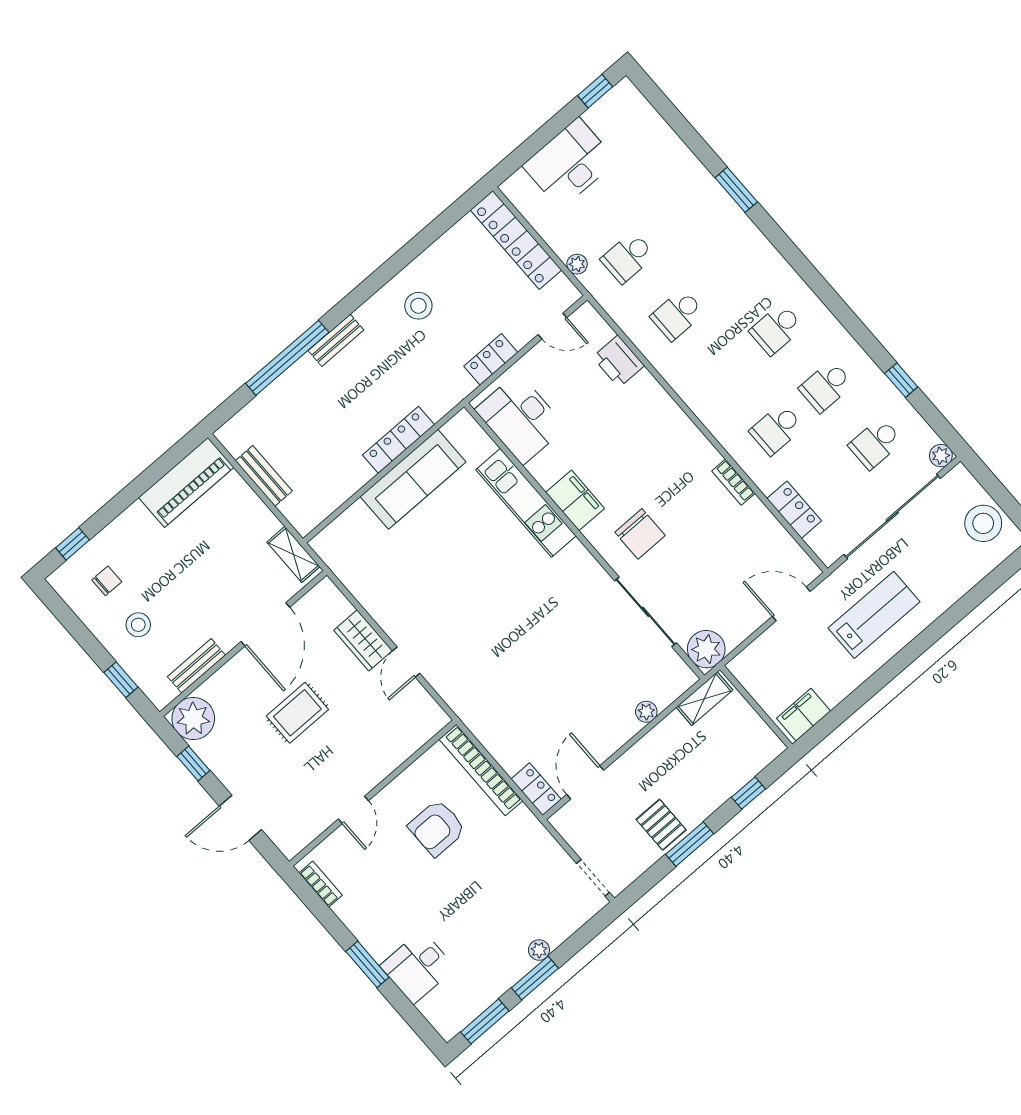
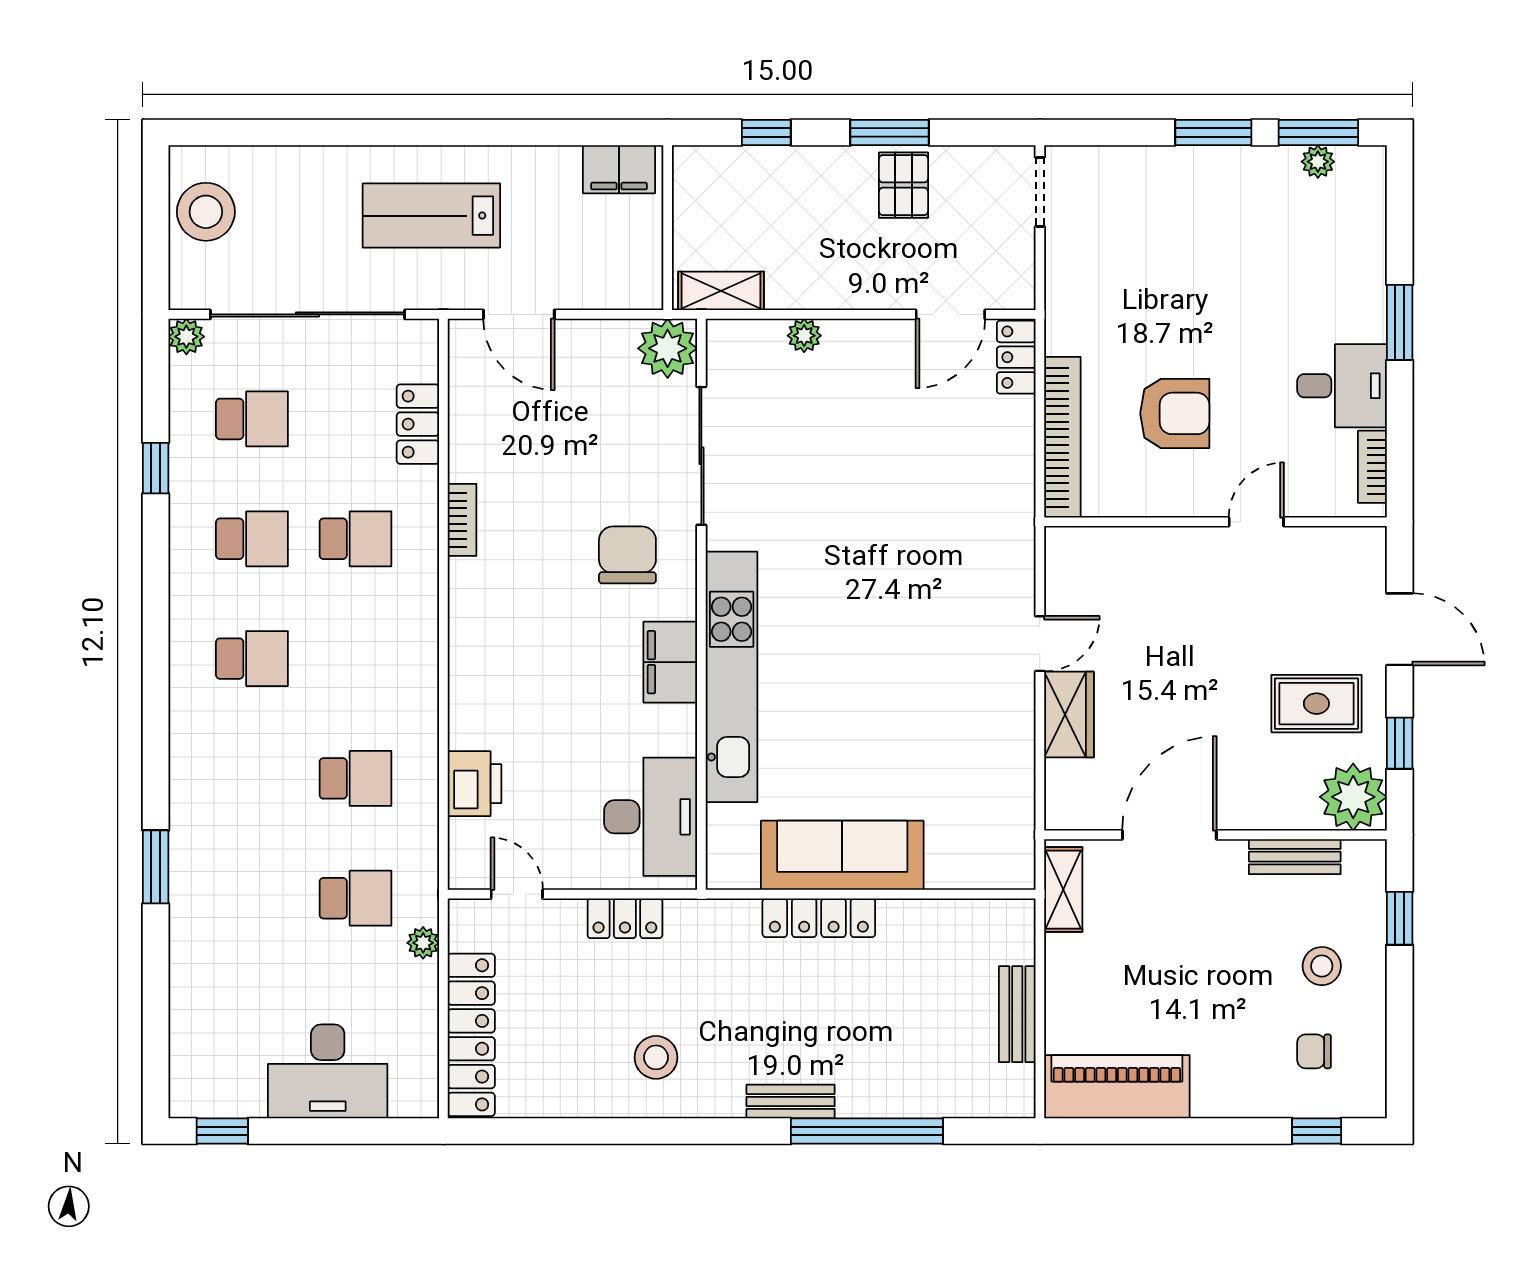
kitchen unit: (526, 503) -> (732, 677), width x1.36
rug: (297, 713) -> (1316, 704), moved
plant: (539, 950) -> (1318, 162), moved
desk: (418, 967) -> (1342, 386), moved

